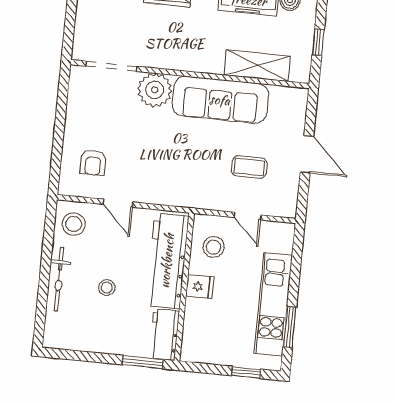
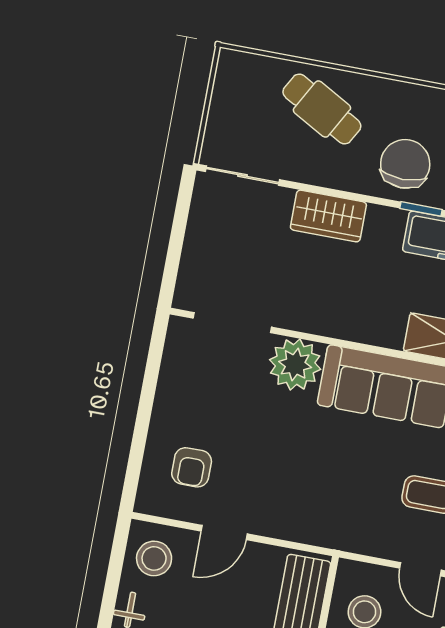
door: (118, 203) -> (224, 532), hinge flipped

